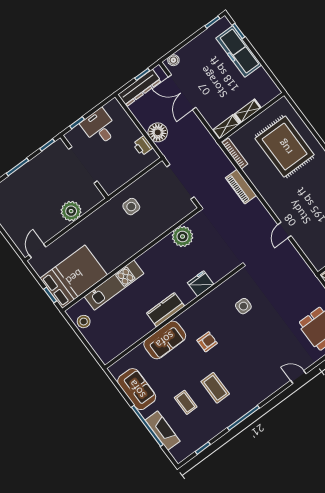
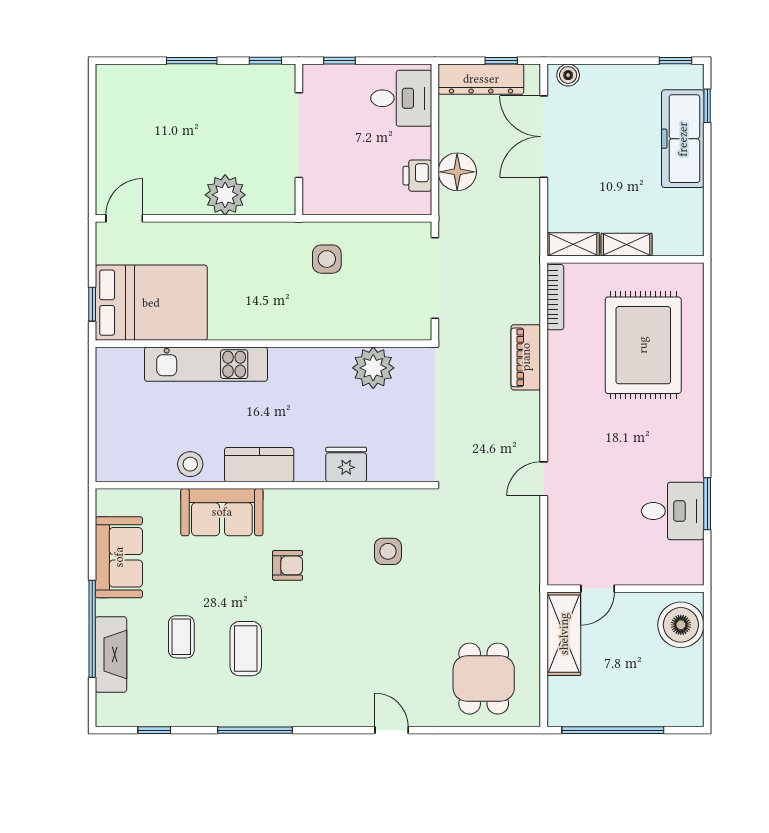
desk: (99, 127) -> (401, 98), moved, turned 90
stool: (84, 322) -> (190, 464), moved

